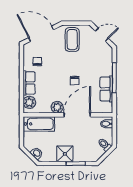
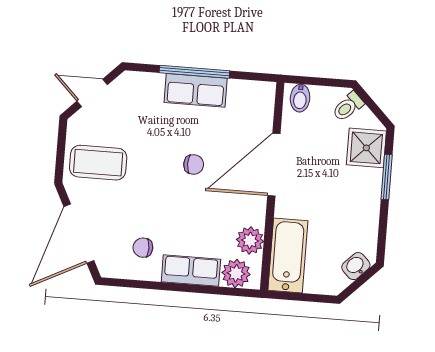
door: (102, 35) -> (92, 93), hinge flipped
row of seats: (106, 89) -> (196, 90), moved
plant: (57, 107) -> (250, 240), moved
door: (77, 115) -> (274, 165), hinge flipped
shower: (65, 154) -> (366, 148), moved

